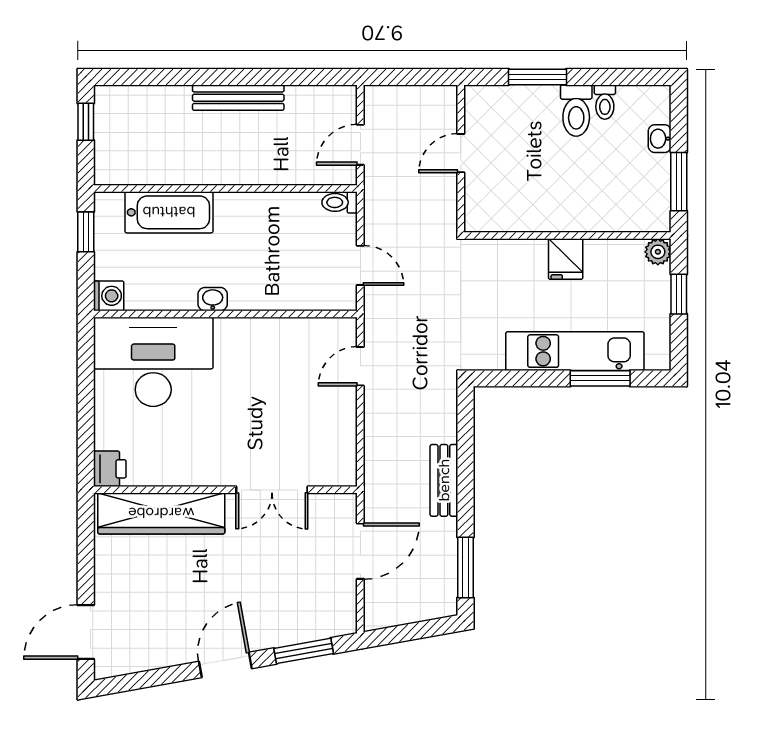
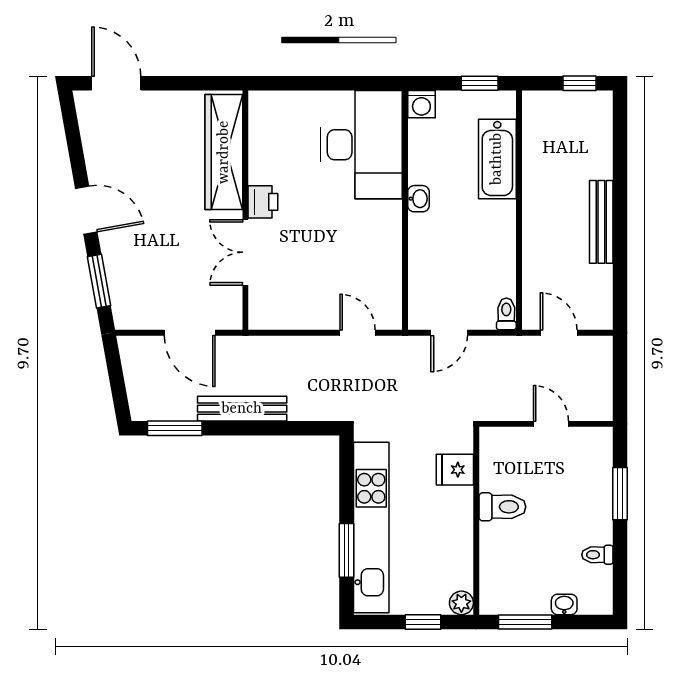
toilet: (576, 111) -> (502, 507), moved, turned 180
fridge: (566, 259) -> (455, 470), moved
kitchen unit: (575, 351) -> (371, 528), width x1.36
printer: (110, 469) -> (263, 202), moved, turned -90
bench: (444, 480) -> (242, 409), width x1.36

